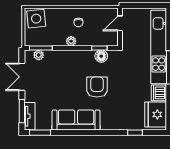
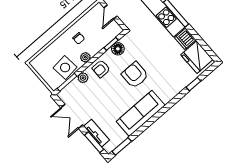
side table: (36, 19) -> (65, 68), moved
plant: (39, 55) -> (83, 78), moved
armchair: (75, 60) -> (101, 69), added
tv unit: (30, 116) -> (97, 133), moved

